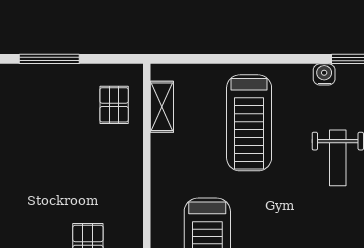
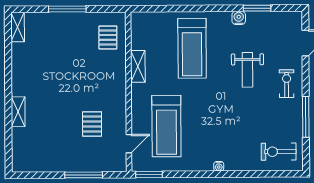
shelving: (162, 107) -> (138, 66), moved

